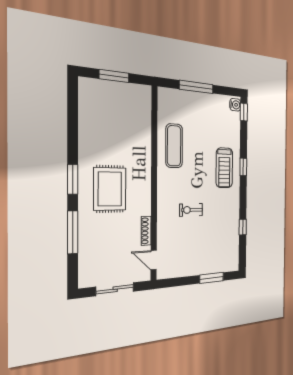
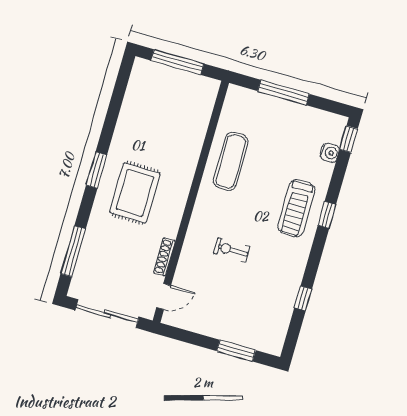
window: (114, 76) -> (177, 62), width x1.44
water cooler: (235, 105) -> (330, 153), moved
window: (73, 232) -> (73, 251), moved
door: (154, 260) -> (164, 296), swing flipped
sliding door: (115, 289) -> (107, 314), width x1.37

